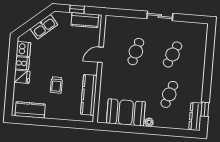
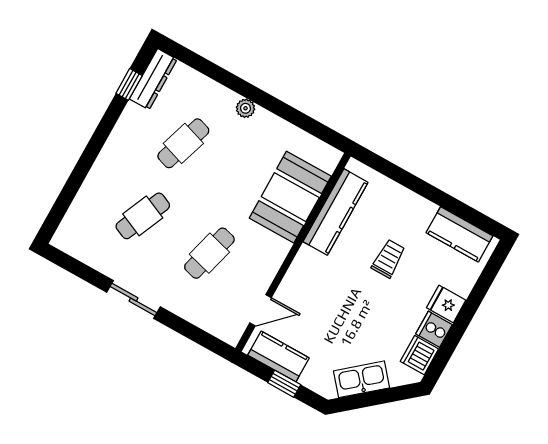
door: (101, 55) -> (261, 310), moved
booth: (126, 112) -> (290, 197), moved, turned 90

